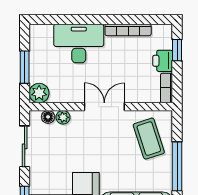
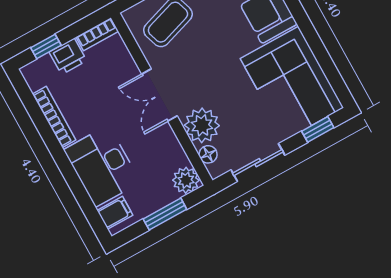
filing cabinet: (44, 35) -> (115, 213), added
plant: (63, 117) -> (202, 125), width x1.88, depth x1.88

